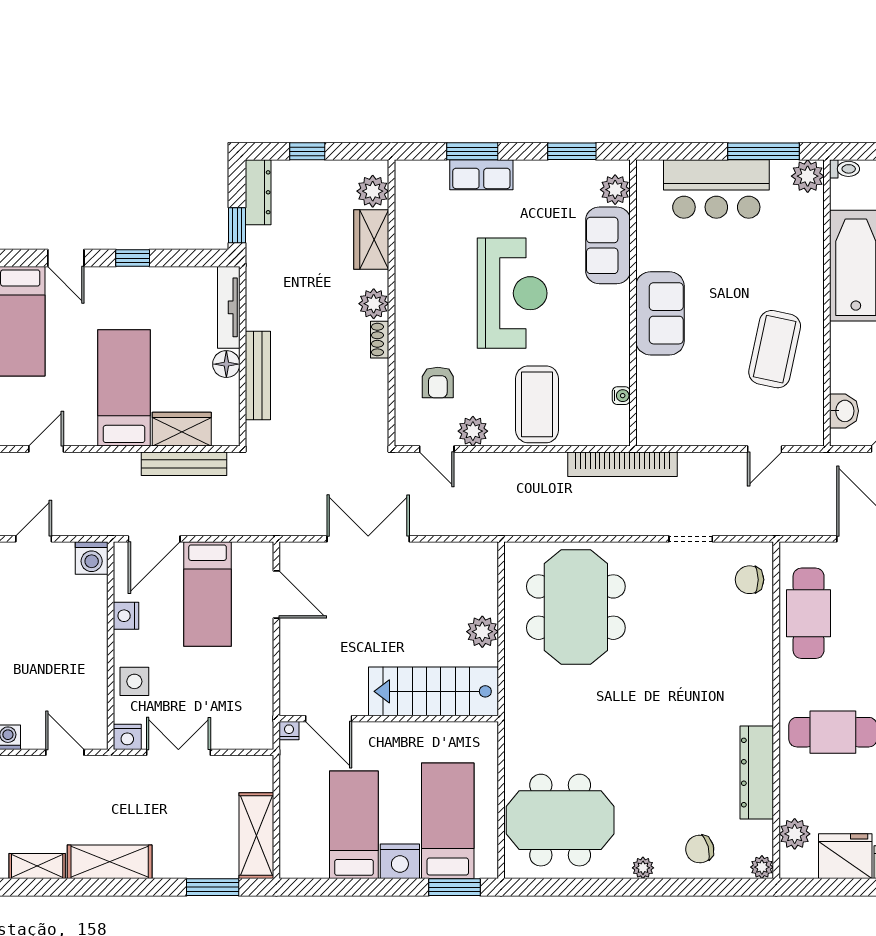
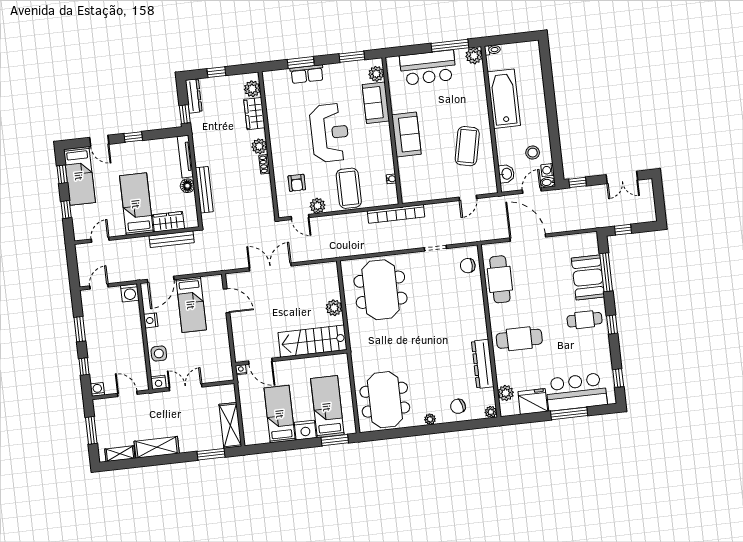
meeting table: (560, 820) -> (385, 400), turned 90

